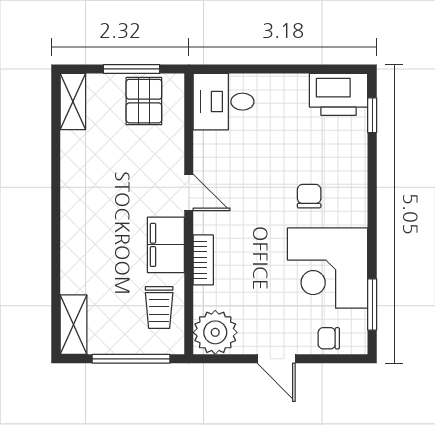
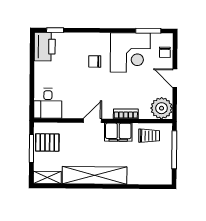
shelving: (74, 325) -> (95, 175), moved, width x2.20, depth x1.33
door: (276, 359) -> (175, 78), swing flipped

